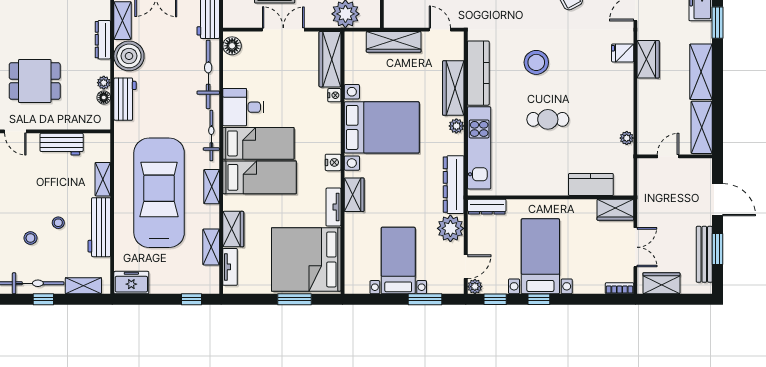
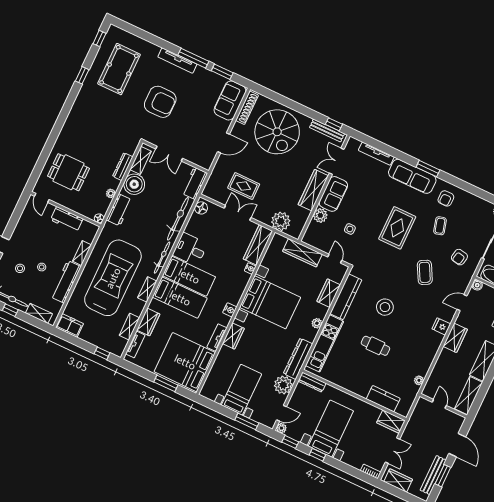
wardrobe: (453, 88) -> (329, 293), width x0.67
floor lamp: (104, 97) -> (99, 218), moved
door: (668, 156) -> (439, 404), hinge flipped

